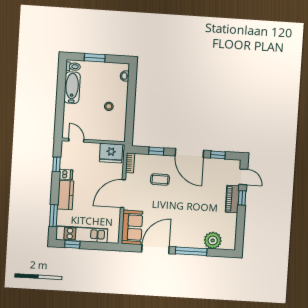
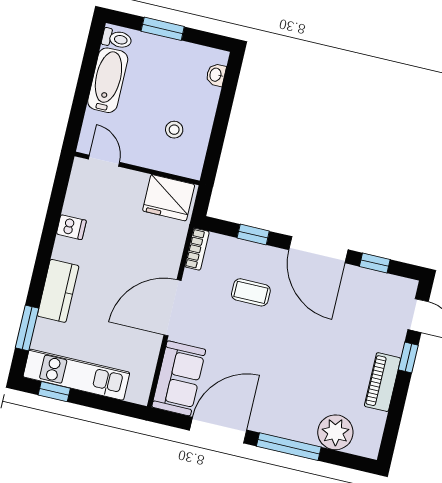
door: (76, 140) -> (104, 161), moved
wall: (93, 141) -> (137, 168), moved
fridge: (111, 153) -> (169, 198), moved
window: (57, 164) -> (51, 227), removed
dishwasher: (66, 174) -> (71, 227), moved
piano: (232, 199) -> (383, 382), moved

